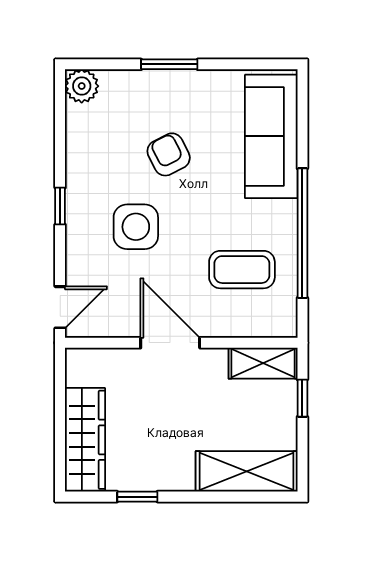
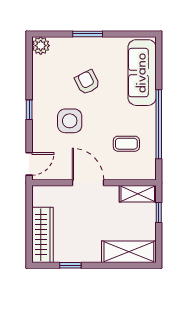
coffee table: (242, 270) -> (126, 144), width x0.73, depth x0.77

